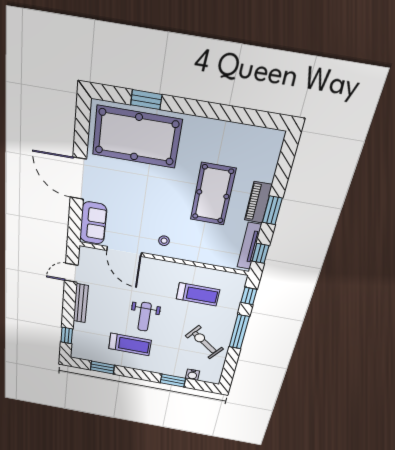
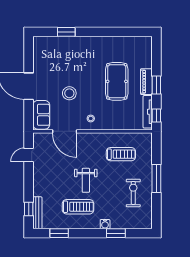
pool table: (136, 137) -> (63, 54), removed
stool: (138, 200) -> (69, 93), added
window: (249, 296) -> (156, 148), removed
bench: (81, 303) -> (37, 213), moved
exercise bike: (204, 342) -> (133, 193), turned 53
water cooler: (192, 375) -> (105, 224), moved

